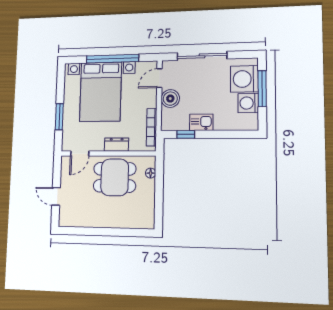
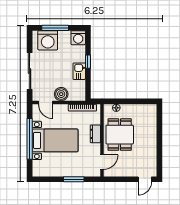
bed with nightstands: (101, 92) -> (55, 140), width x0.73
washing machine: (248, 103) -> (78, 38), moved
window: (186, 134) -> (88, 62), moved
door: (80, 154) -> (102, 162), hinge flipped
door: (56, 196) -> (145, 179), moved

